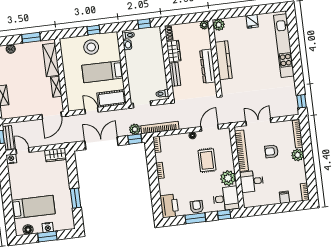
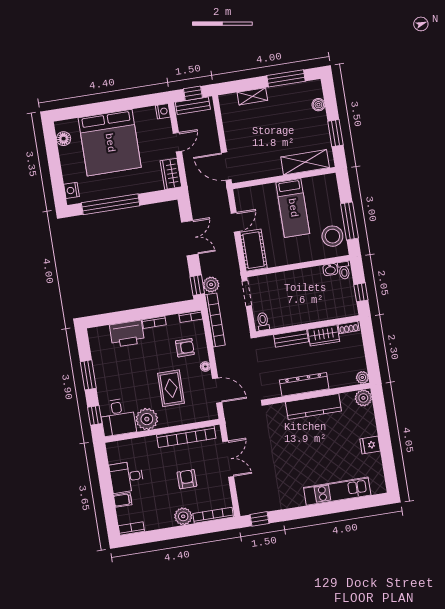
window: (94, 30) -> (349, 221), width x2.17
kitchen unit: (284, 46) -> (337, 491), width x0.73
stool: (91, 47) -> (332, 236), moved
bed: (102, 72) -> (293, 208), moved, turned 180
shelving: (56, 87) -> (267, 171), removed
double door: (101, 143) -> (190, 238), width x0.73
door: (23, 151) -> (177, 142), moved
rug: (207, 160) -> (171, 388), turned 90
desk: (252, 181) -> (127, 477), moved, turned -90
window: (76, 198) -> (111, 204), width x2.11
printer: (169, 206) -> (127, 334), moved
bed: (33, 207) -> (110, 143), width x2.04
armchair: (197, 207) -> (185, 348), moved
nightstand: (48, 227) -> (72, 190), moved
window: (47, 236) -> (55, 166), removed

